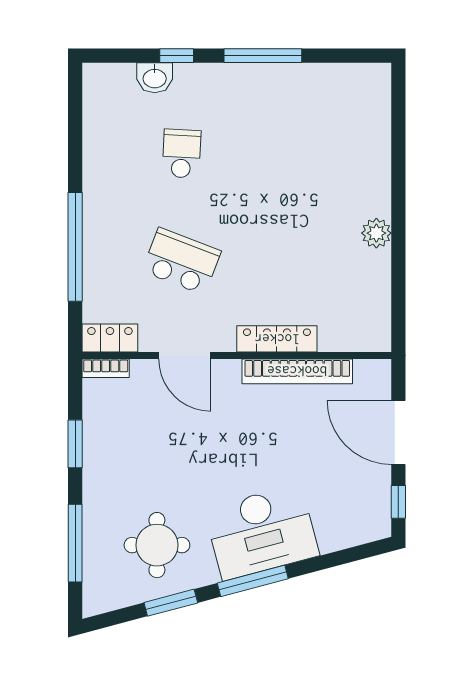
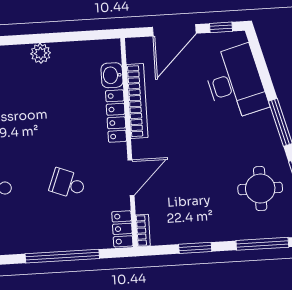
school desk: (182, 261) -> (68, 184), width x0.54
washbasin: (338, 336) -> (112, 75), added
desk: (262, 532) -> (235, 83), moved

